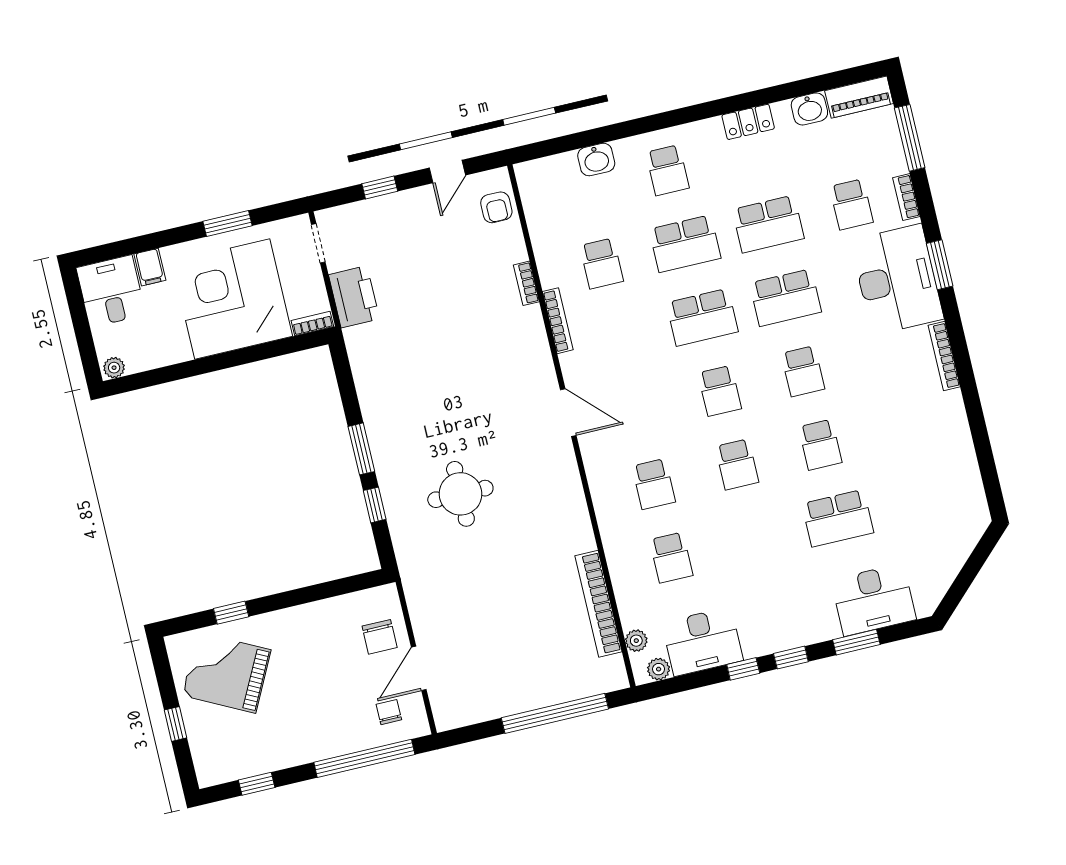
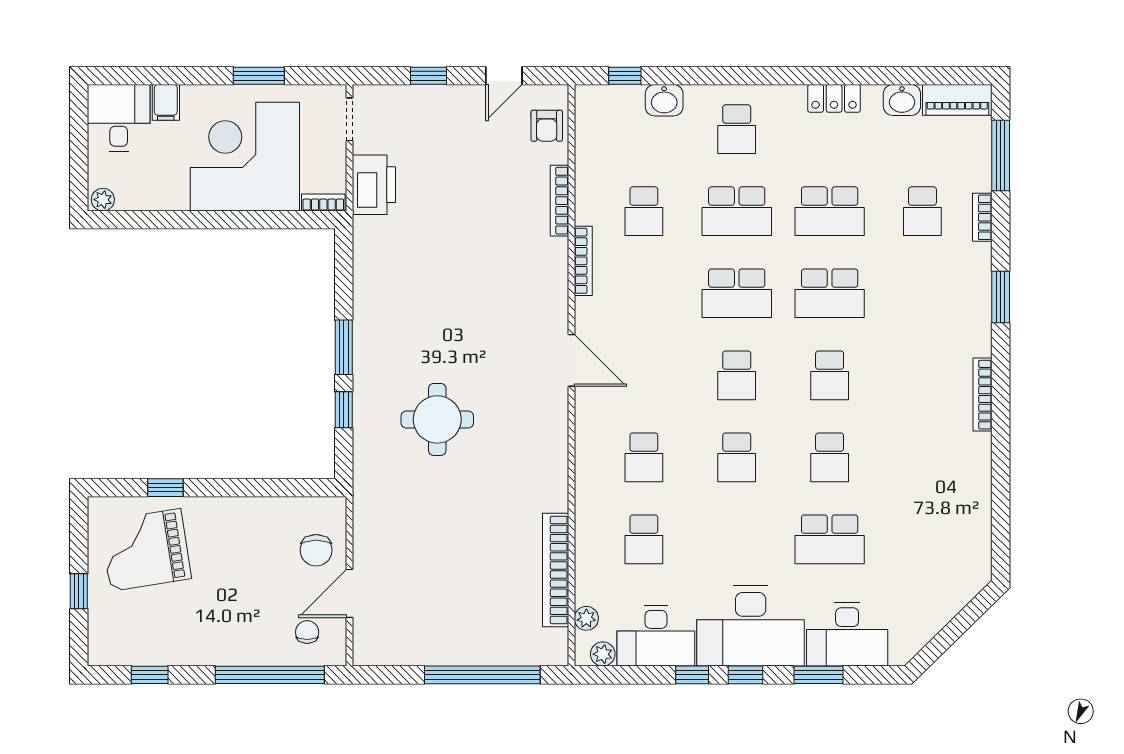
window: (556, 146) -> (625, 76), added
desk: (897, 280) -> (751, 626), moved, turned 90
bookcase: (526, 283) -> (559, 201), width x1.56
grand piano: (227, 673) -> (145, 550), turned -36

